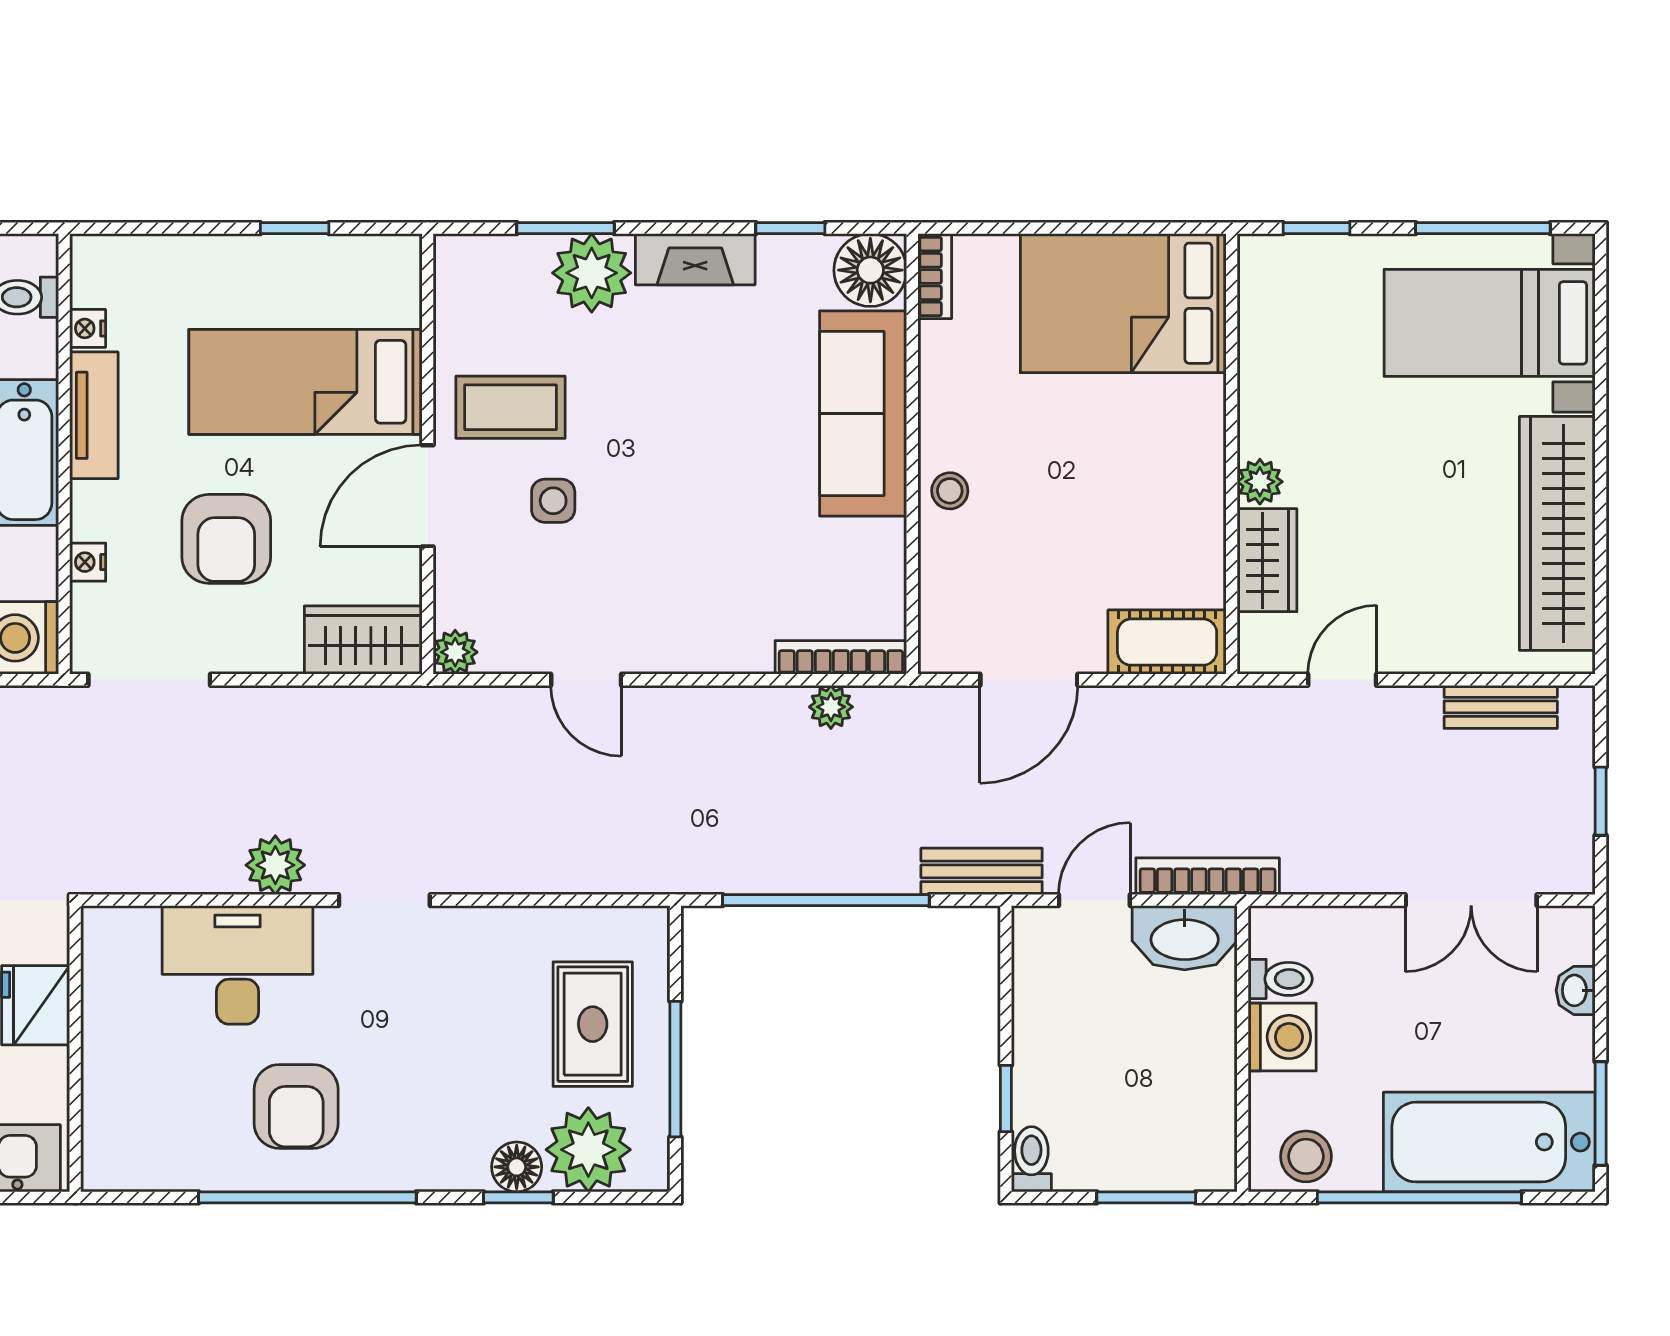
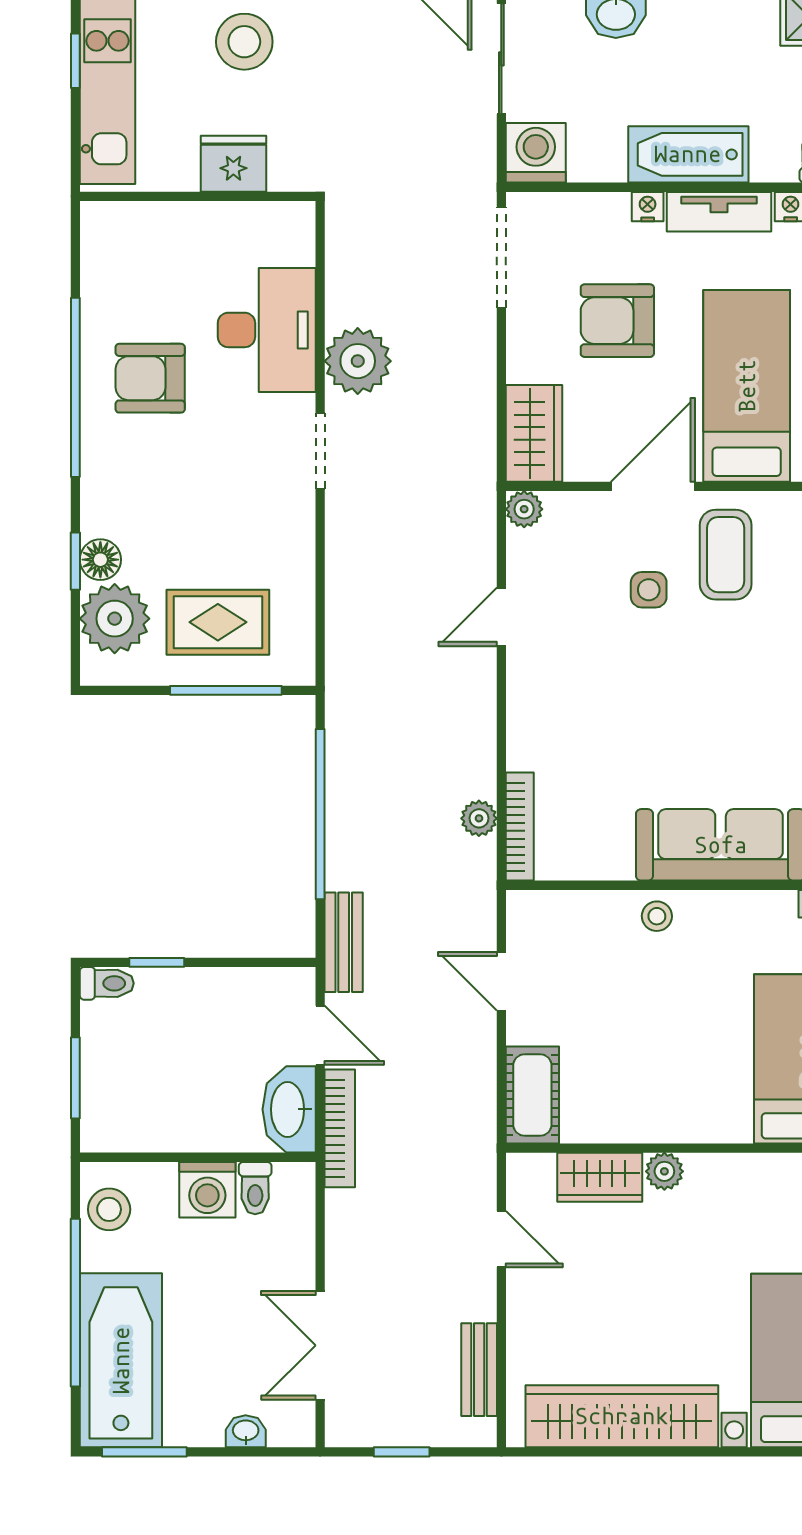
door: (428, 496) -> (653, 486), hinge flipped
nightstand: (88, 562) -> (648, 207), moved
door: (1029, 680) -> (501, 981), width x0.73
plant: (275, 865) -> (358, 361), width x1.36, depth x1.36
window: (675, 1069) -> (226, 690), moved

